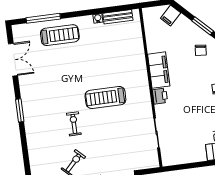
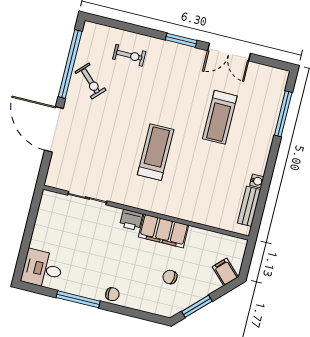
treadmill: (60, 35) -> (220, 117), moved
chair: (201, 50) -> (170, 277), moved
double door: (13, 60) -> (229, 52), moved
exercise bike: (74, 124) -> (129, 55), moved

